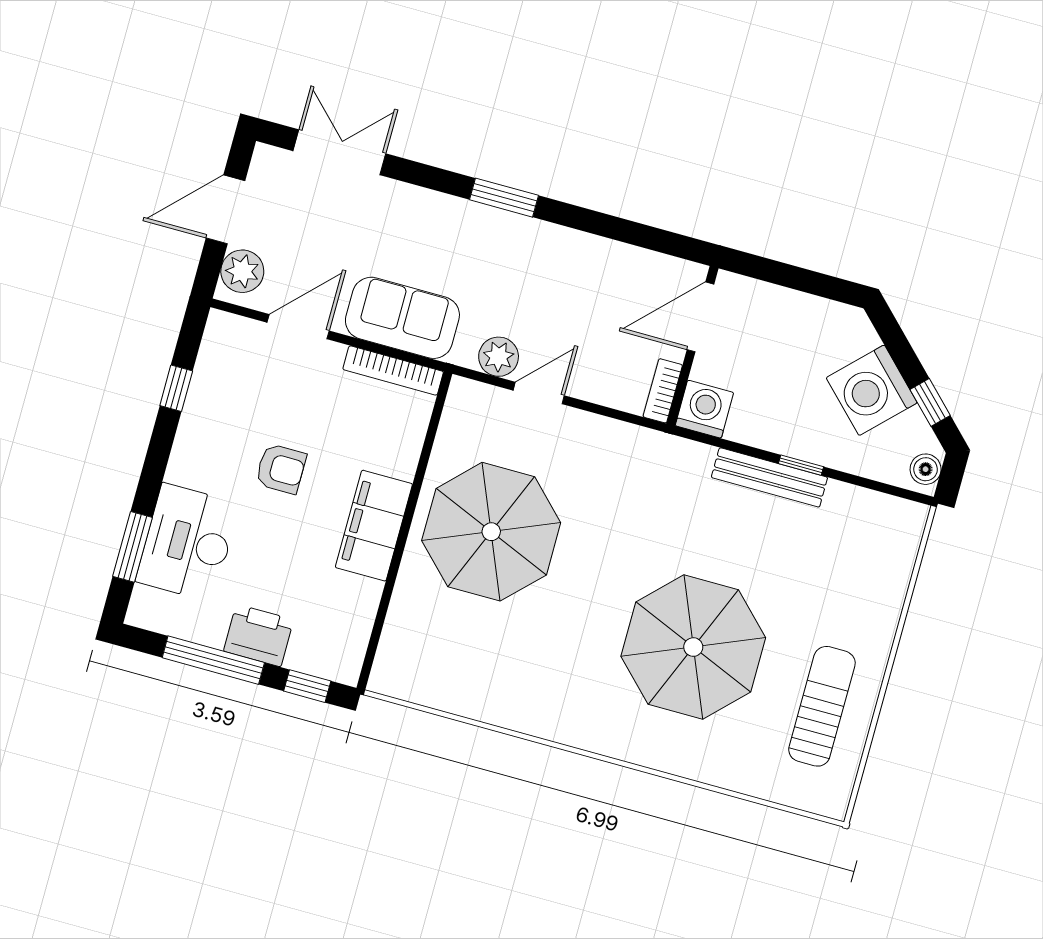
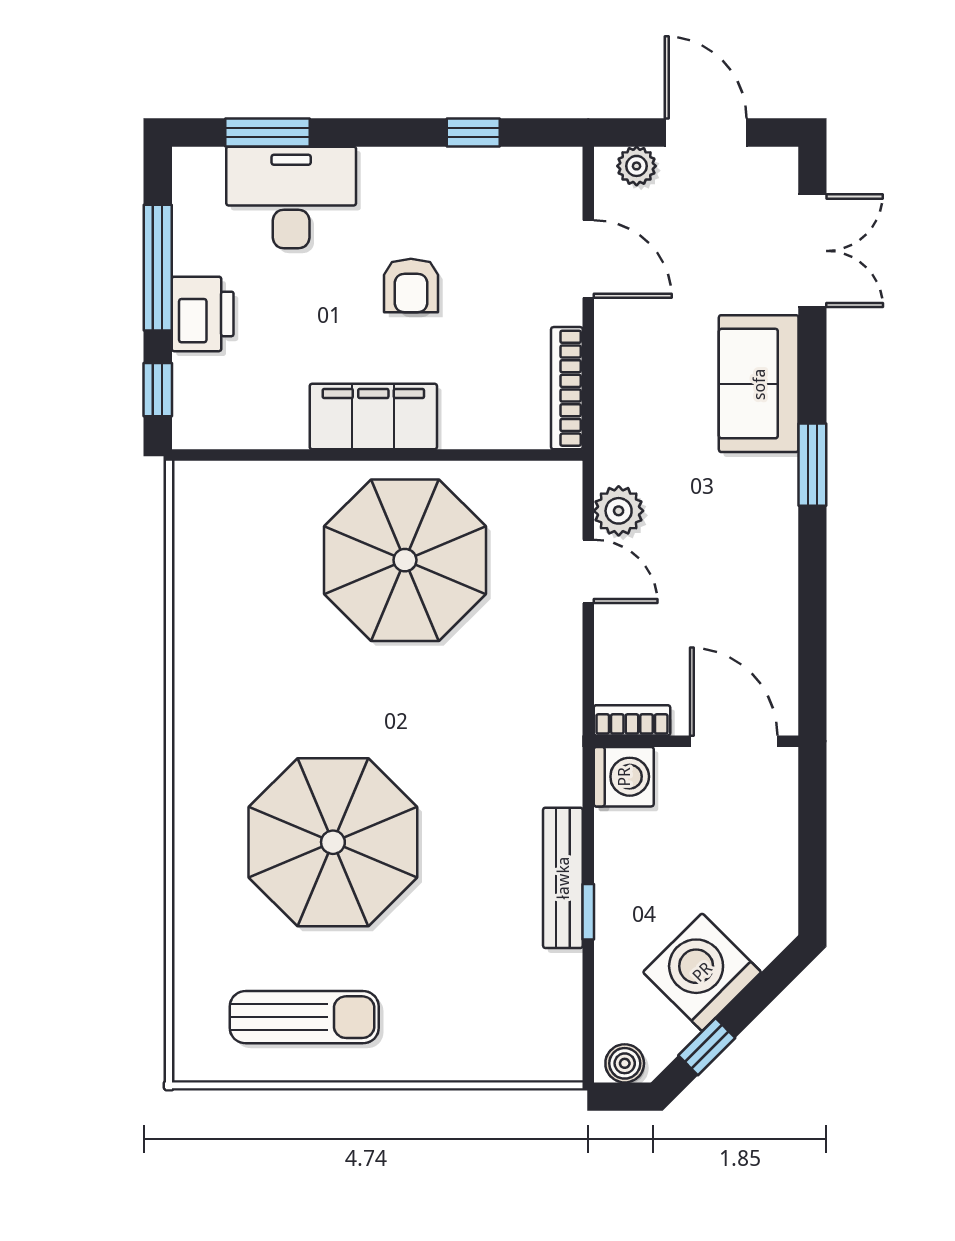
plant: (242, 271) -> (637, 166), width x0.73, depth x0.73
sofa: (402, 318) -> (759, 384), moved, turned 180

